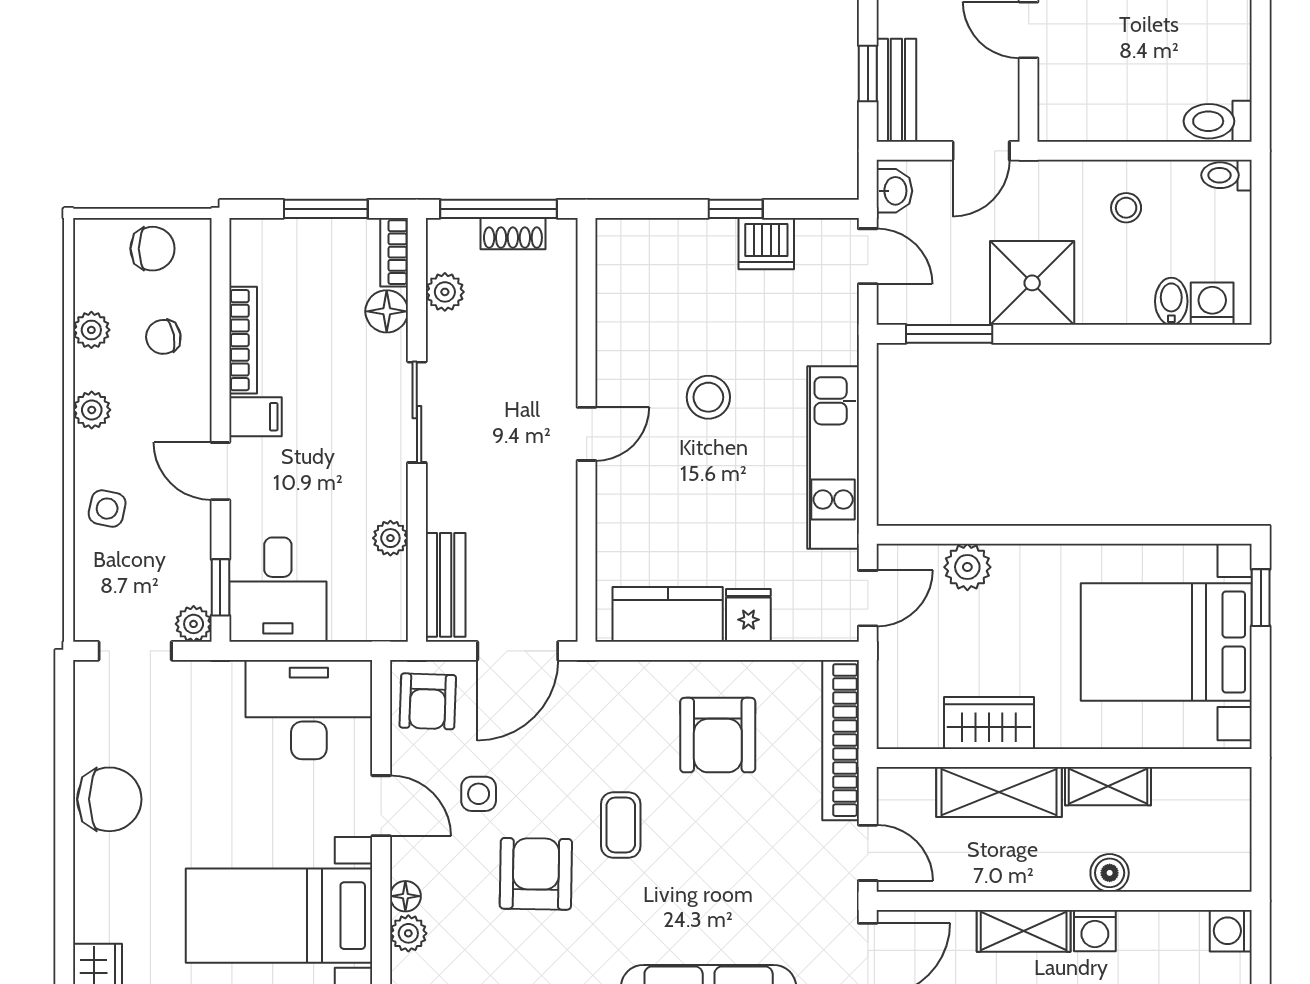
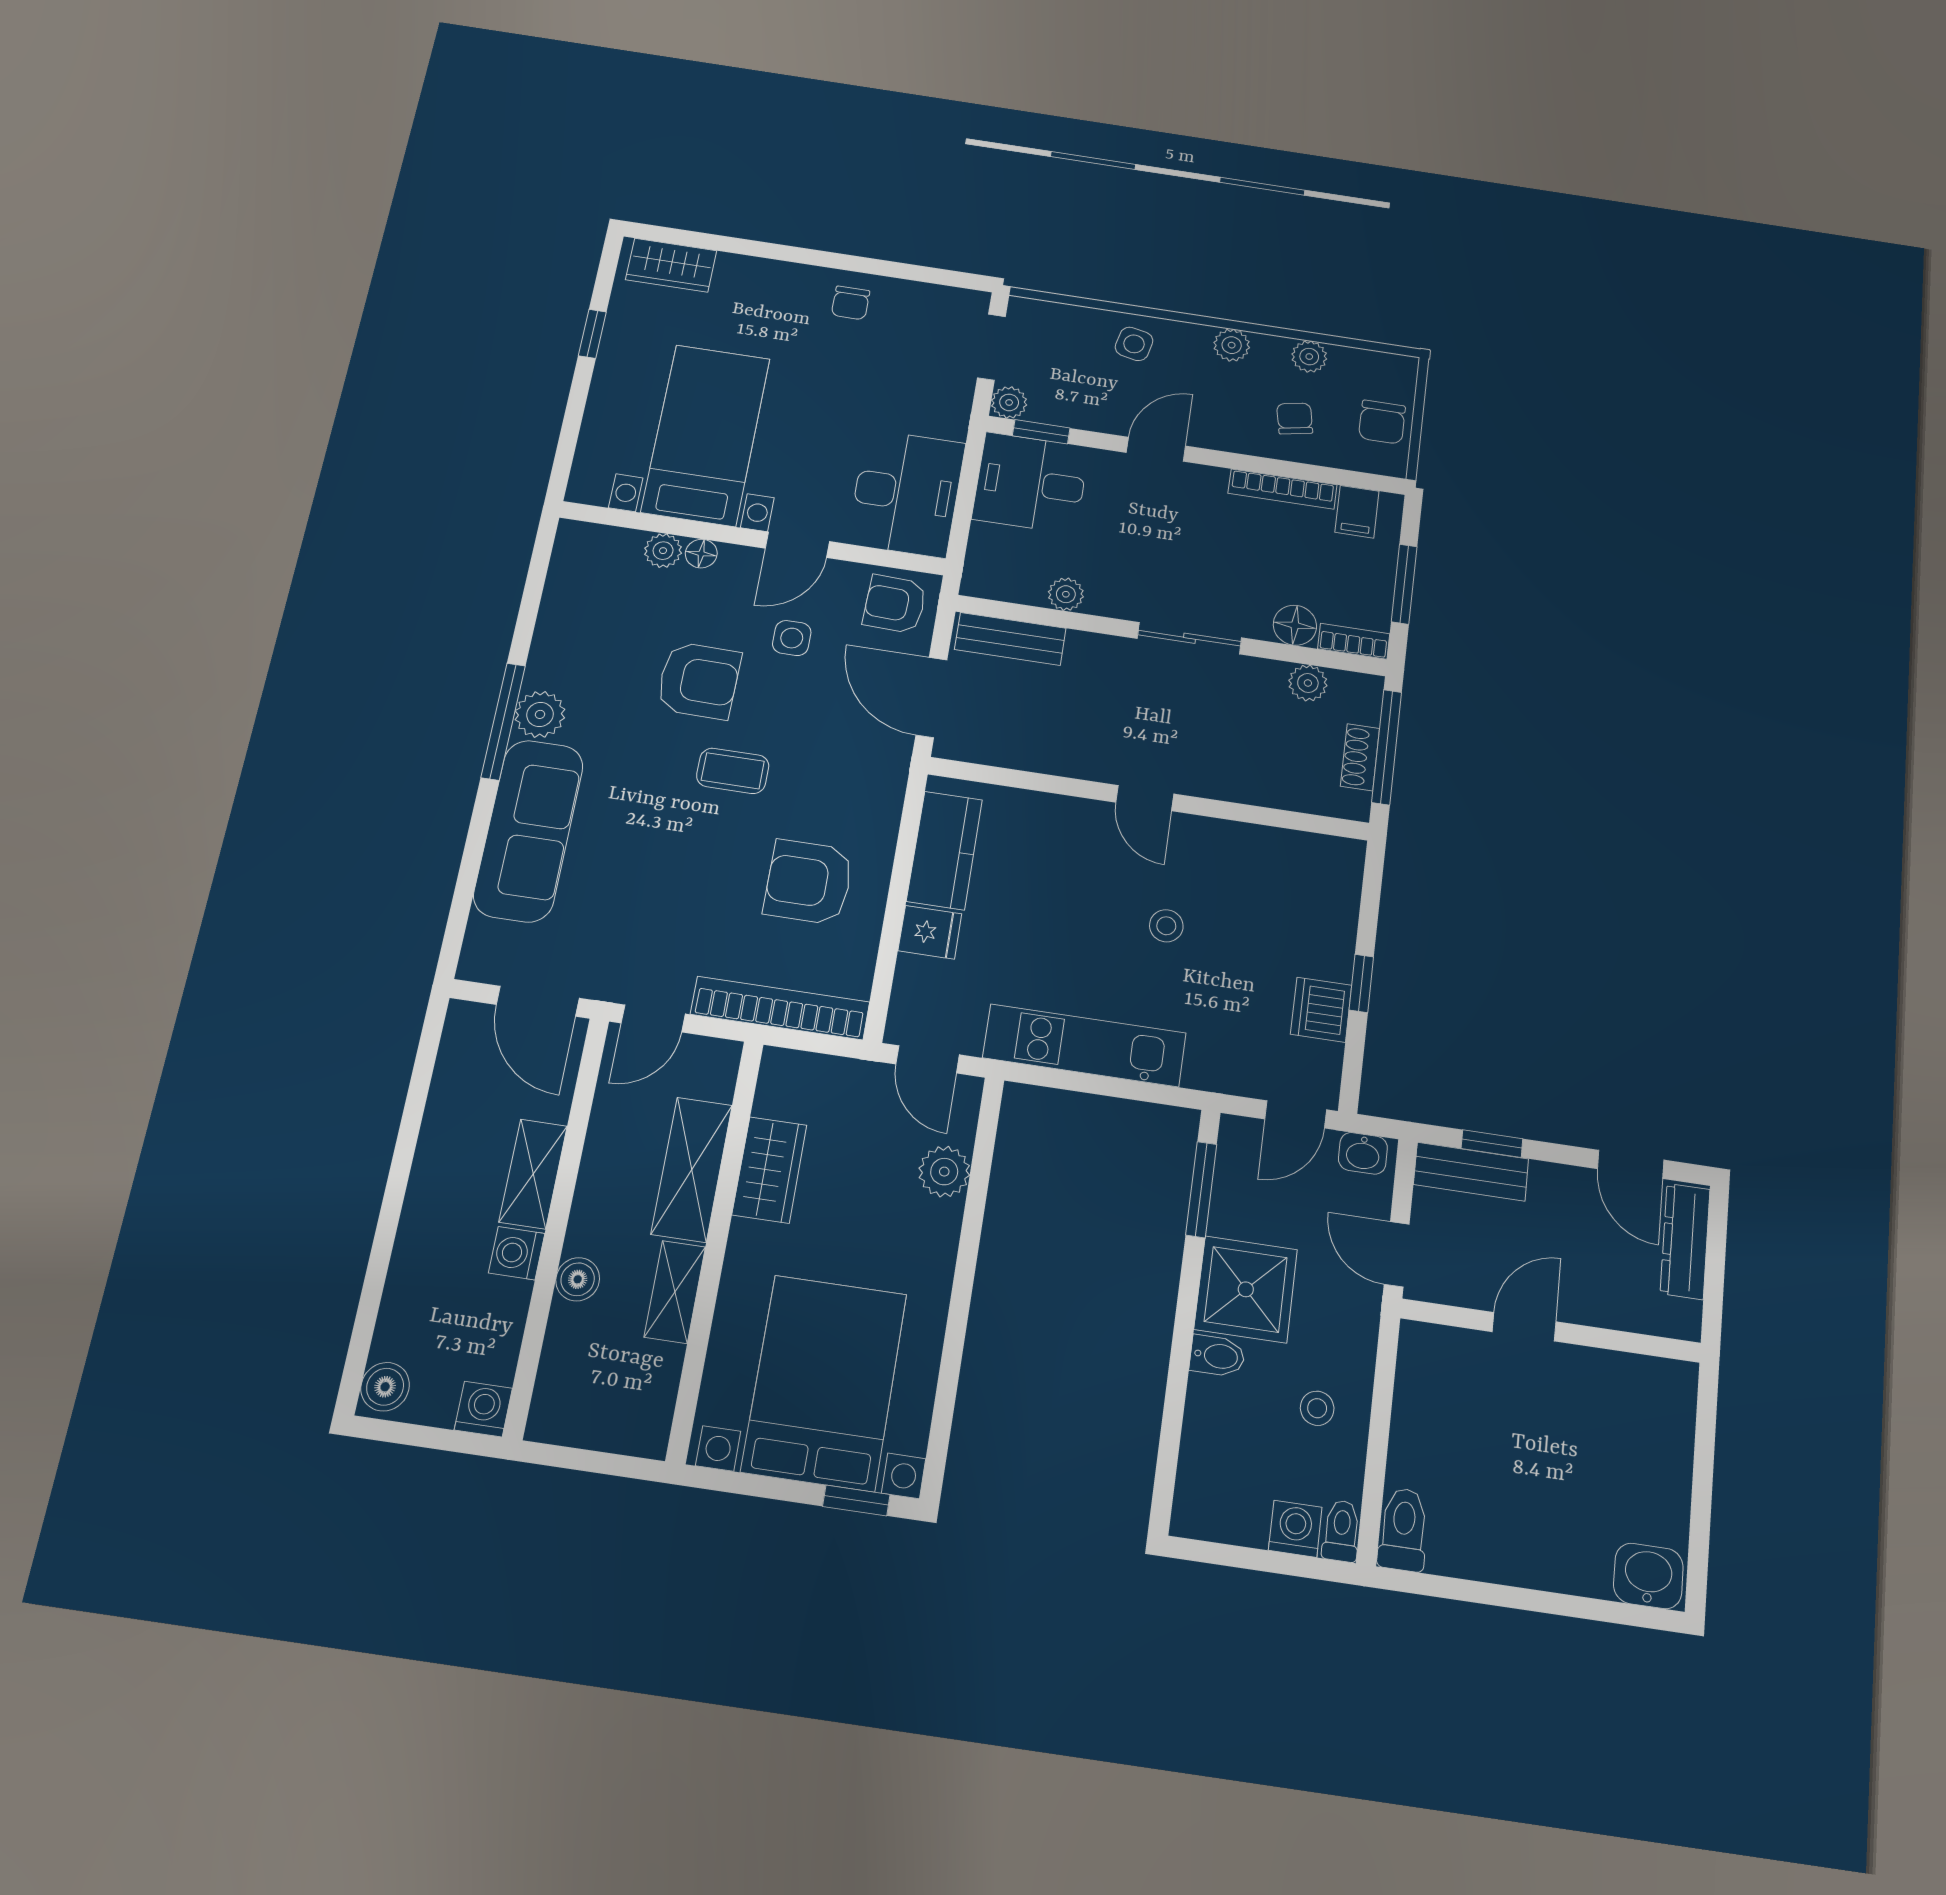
bidet: (1171, 301) -> (1217, 1356), moved
washing machine: (1212, 304) -> (1295, 1529), moved, turned -90
stool: (708, 397) -> (1166, 926), width x0.73, depth x0.73
filing cabinet: (255, 417) -> (1357, 512), moved
chair: (109, 799) -> (851, 303), width x0.54, depth x0.54

